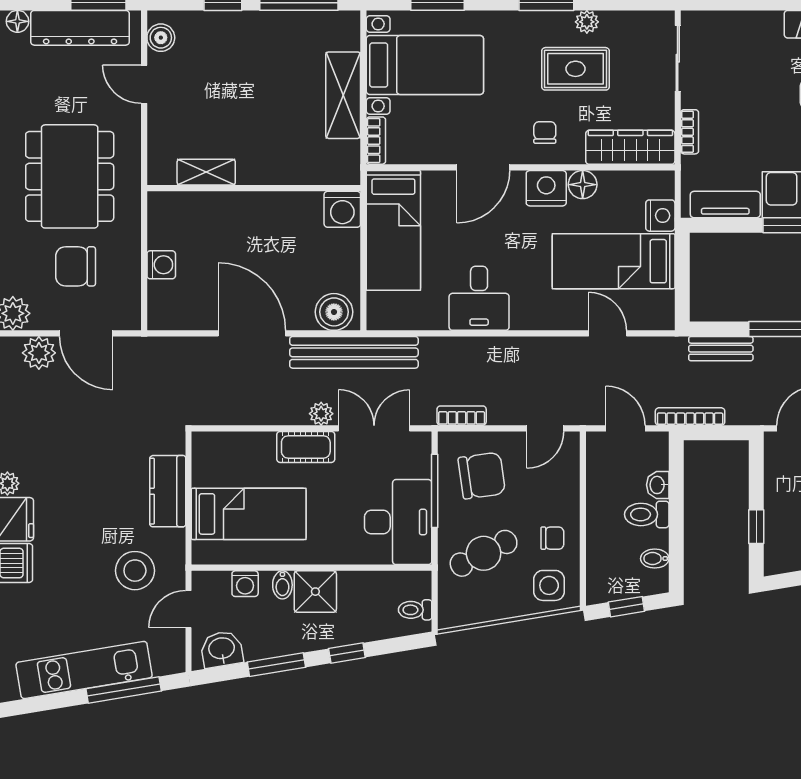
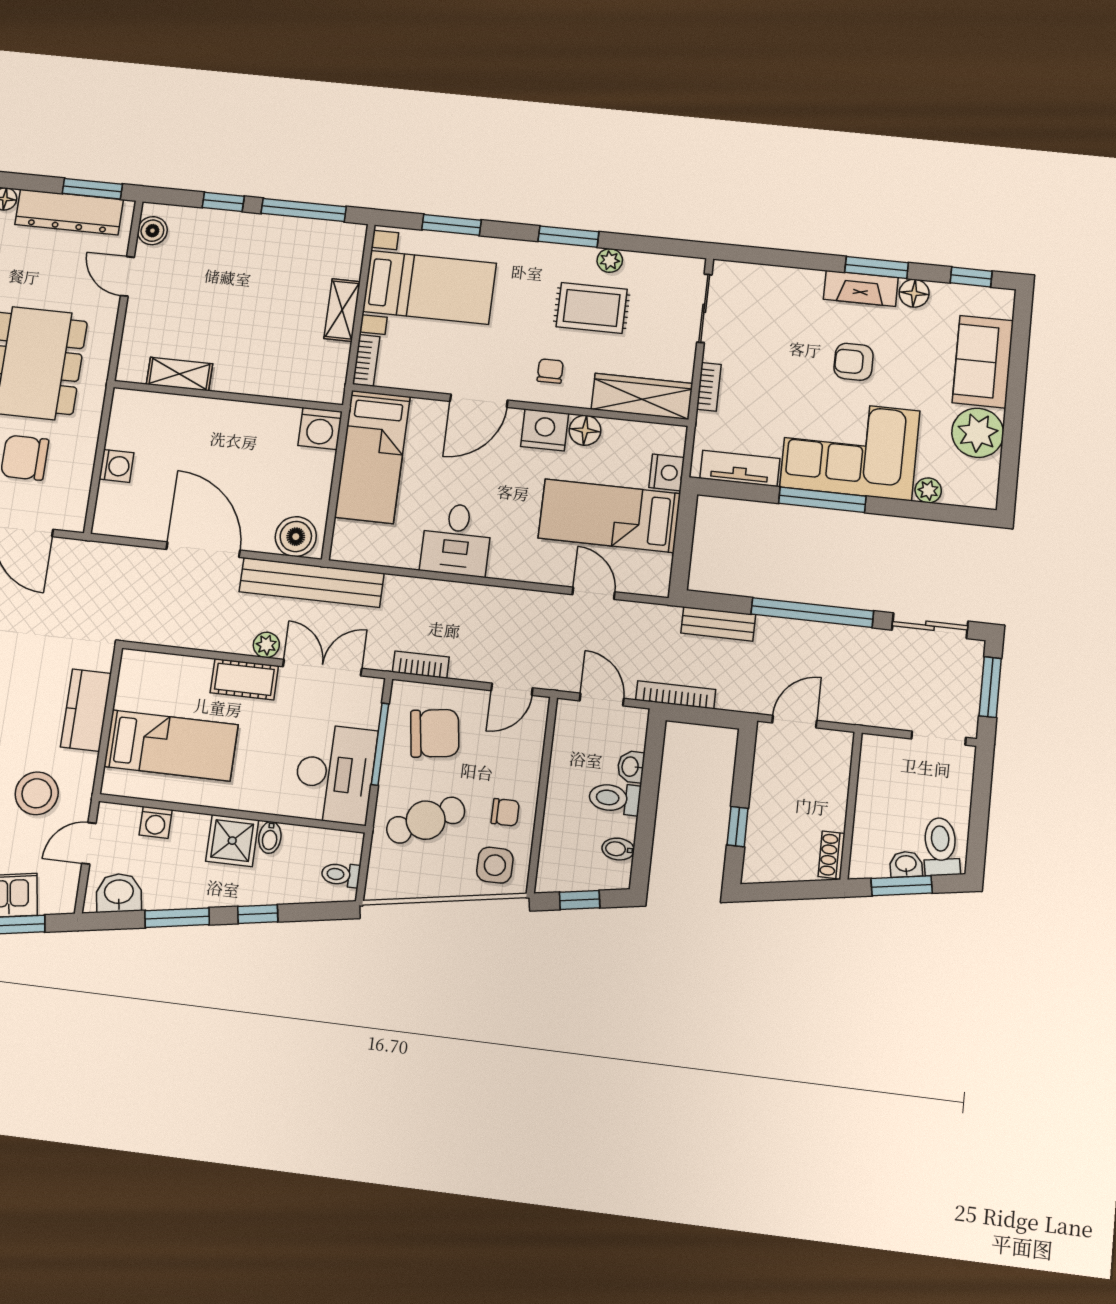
shelving: (343, 95) -> (342, 310), width x0.67, depth x0.75
bidet: (282, 585) -> (270, 837), moved

